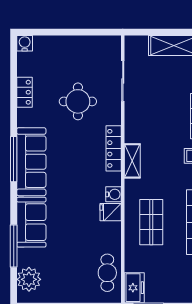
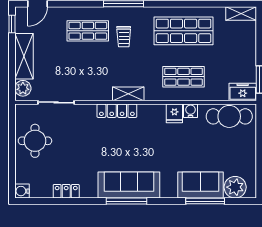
plant: (138, 44) -> (23, 88), added
round table: (78, 101) -> (35, 141), moved
water cooler: (114, 194) -> (191, 111), moved
sofa: (31, 222) -> (200, 185), moved
cafe table: (107, 273) -> (229, 116), width x1.37, depth x1.35

